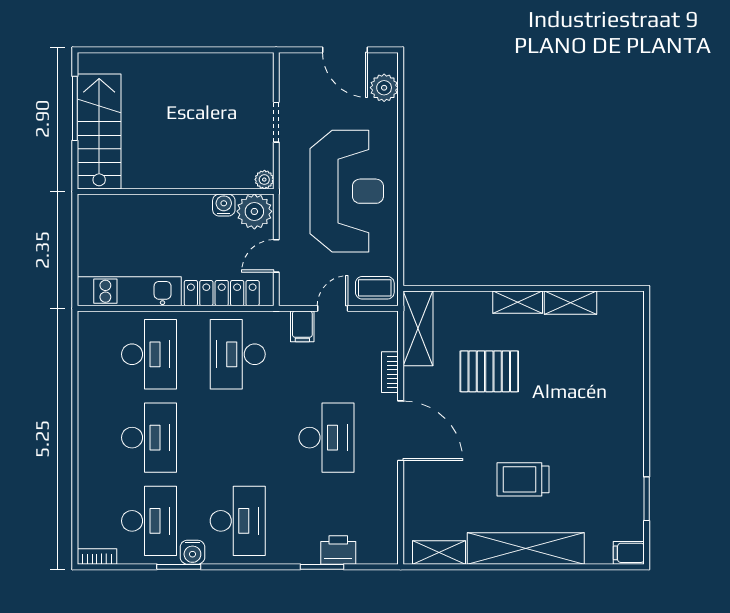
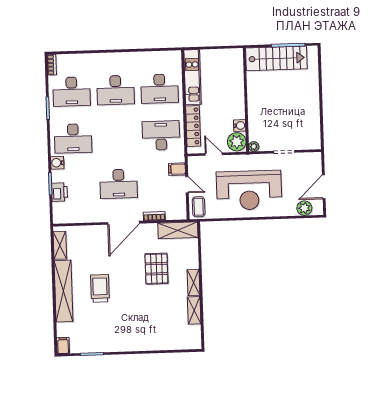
water cooler: (192, 552) -> (57, 163), moved

